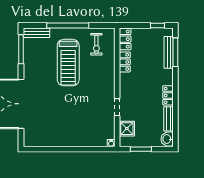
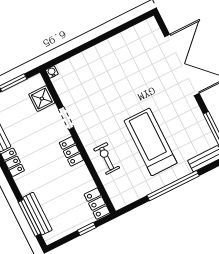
window: (157, 26) -> (87, 229), moved
exercise bike: (96, 44) -> (107, 158), moved
locker: (125, 62) -> (71, 151), moved

